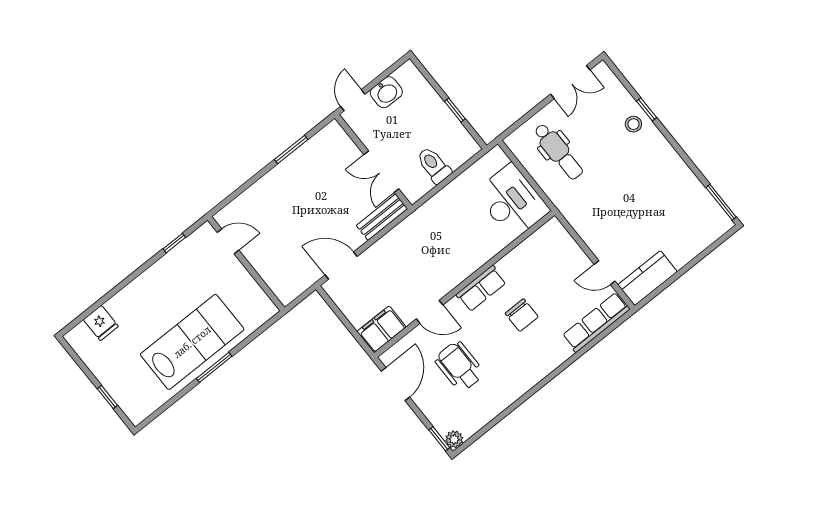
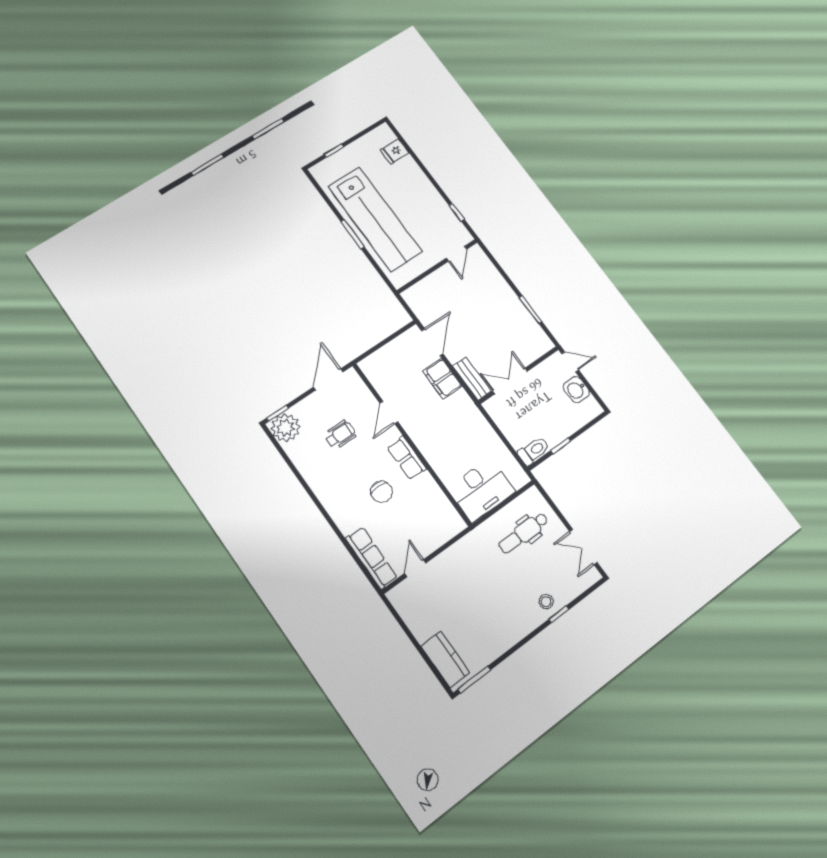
toilet: (434, 165) -> (534, 451), moved
kitchen counter: (647, 278) -> (445, 659), moved
chair: (522, 315) -> (382, 492), turned -90
filing cabinet: (381, 329) -> (442, 379), moved, turned 180
lab bench: (192, 342) -> (375, 219), width x1.36
wheelchair: (459, 366) -> (340, 435), width x0.73, depth x0.73
door: (395, 384) -> (328, 379), swing flipped
plant: (454, 439) -> (285, 428), width x1.87, depth x1.87

